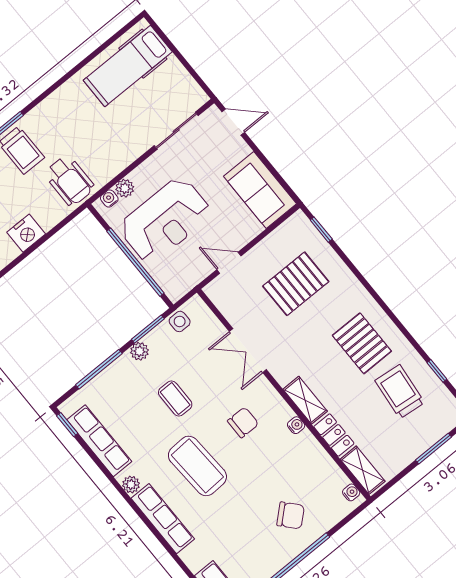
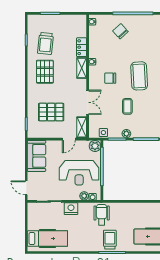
reception desk: (165, 220) -> (79, 173), turned 180
nightstand: (26, 233) -> (71, 209), moved
door: (229, 263) -> (69, 139), hinge flipped
plant: (175, 287) -> (95, 146), added
shelving: (363, 470) -> (82, 127), moved

